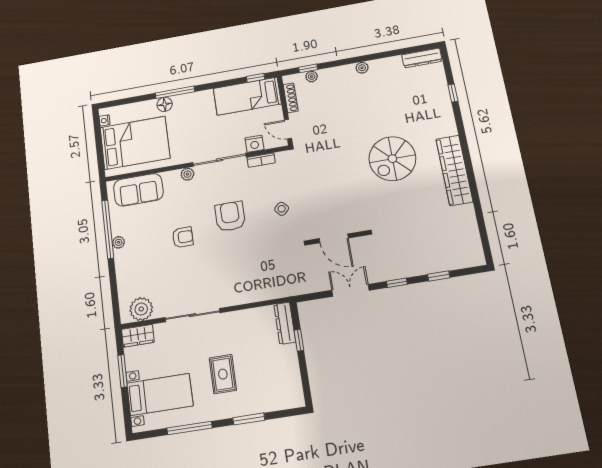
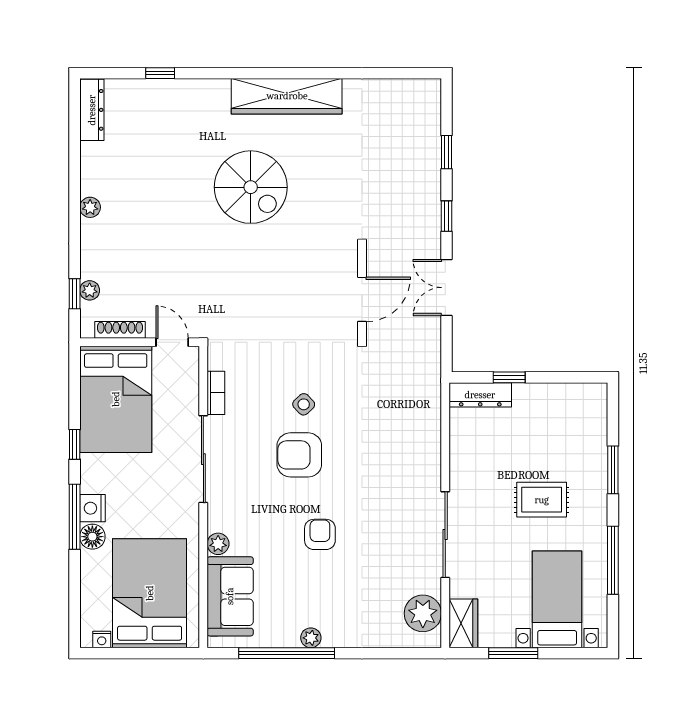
window: (255, 78) -> (75, 444), moved
bed: (247, 96) -> (116, 399), width x1.50
door: (288, 129) -> (172, 342), swing flipped
nightstand: (254, 144) -> (92, 508), moved, turned 180
plant: (187, 174) -> (218, 544), moved
side table: (282, 209) -> (304, 404), moved

